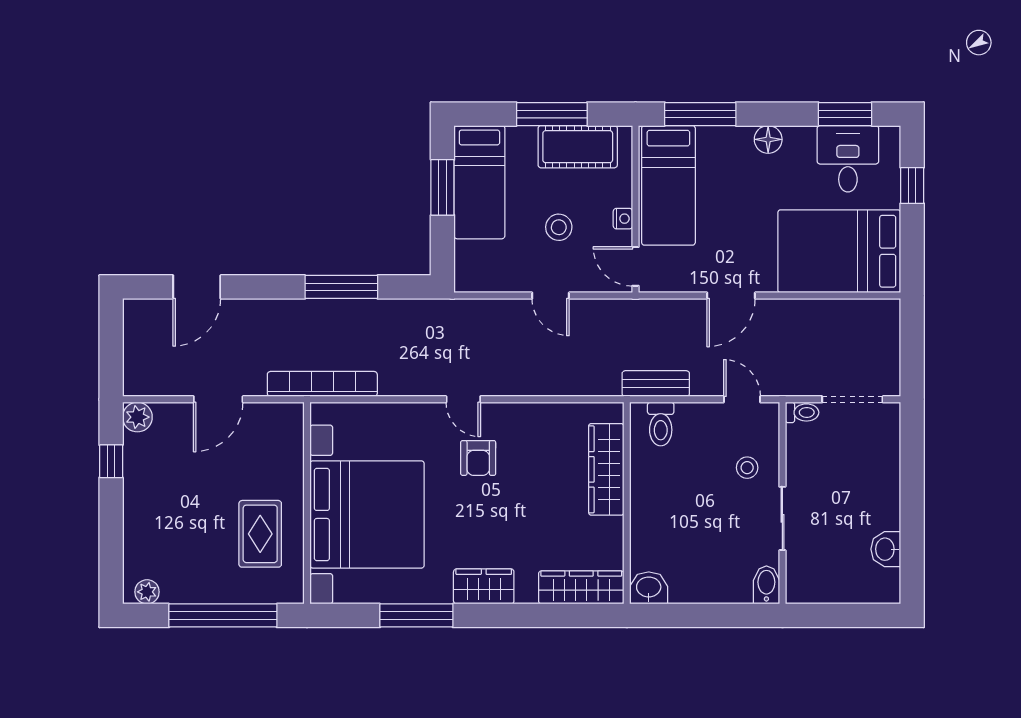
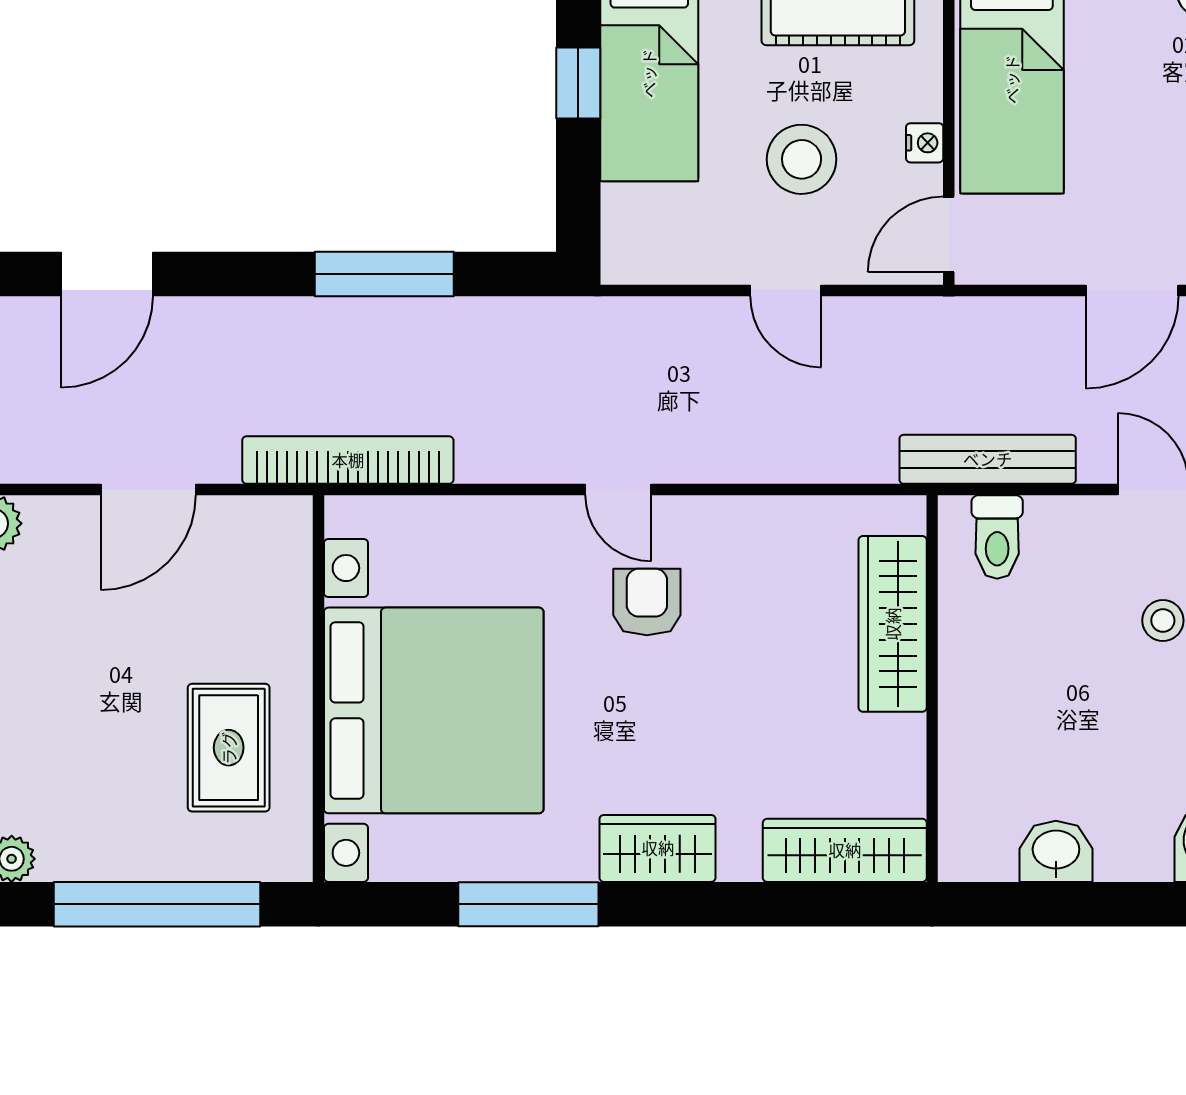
window: (442, 187) -> (578, 83), width x0.67
stool: (559, 227) -> (802, 159), width x1.38, depth x1.38
door: (635, 266) -> (949, 234), hinge flipped
bench: (656, 384) -> (988, 459), width x1.36
armchair: (478, 458) -> (647, 602), turned 180
washbasin: (649, 588) -> (1056, 851), moved

